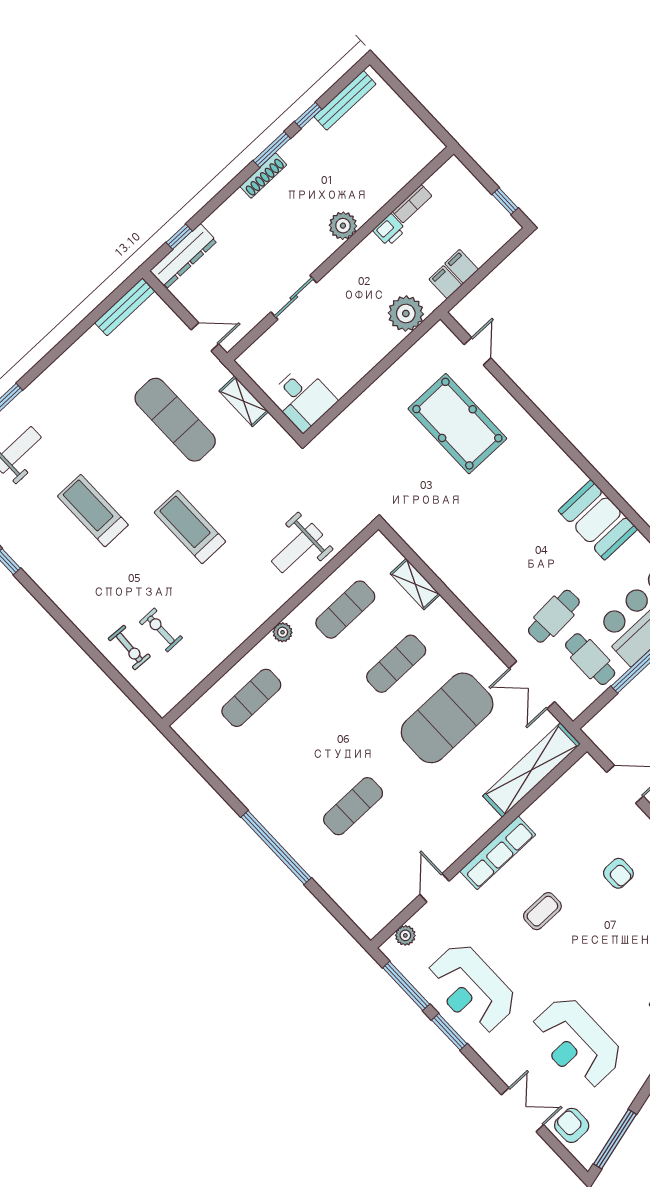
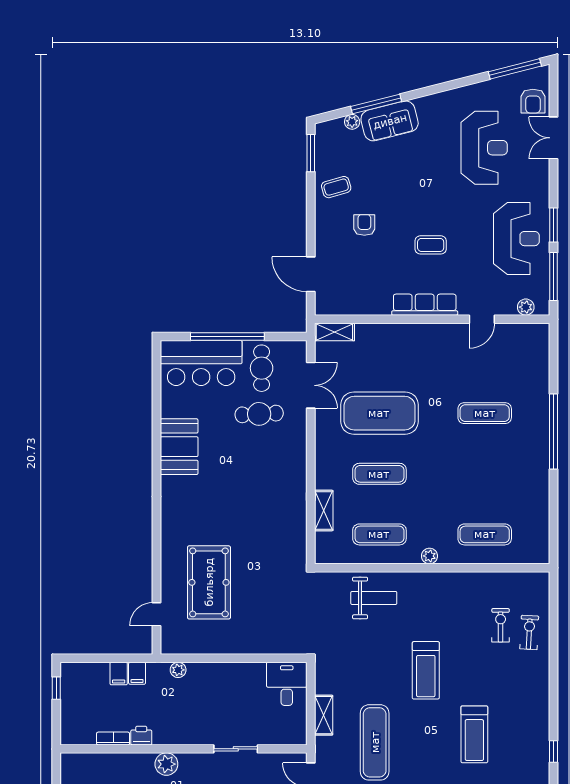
plant: (406, 314) -> (178, 670), width x0.53, depth x0.53
exercise bike: (161, 630) -> (501, 625), turned 180
shelving: (532, 770) -> (334, 332), width x0.45, depth x0.75

